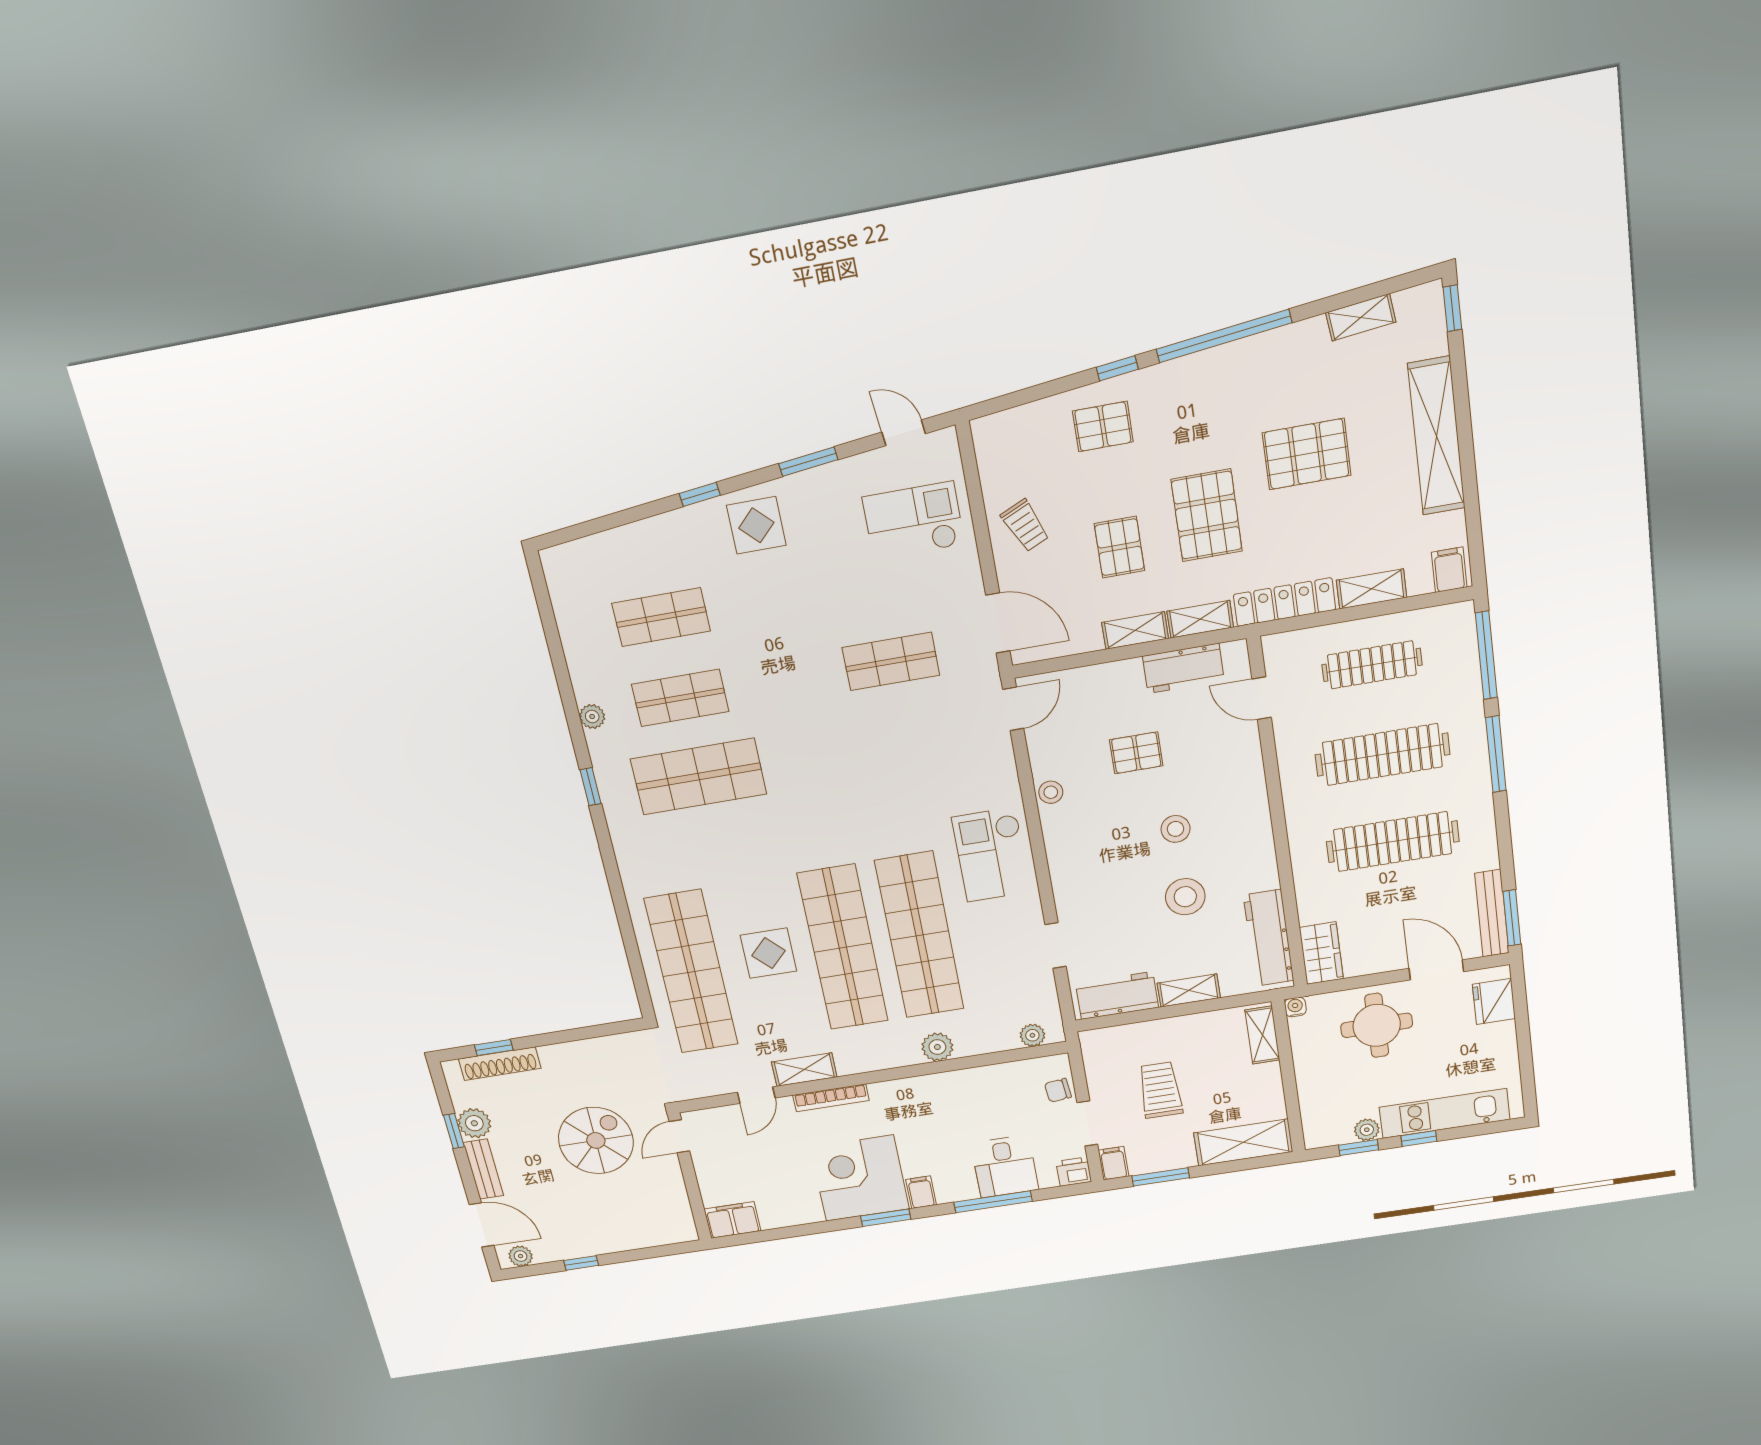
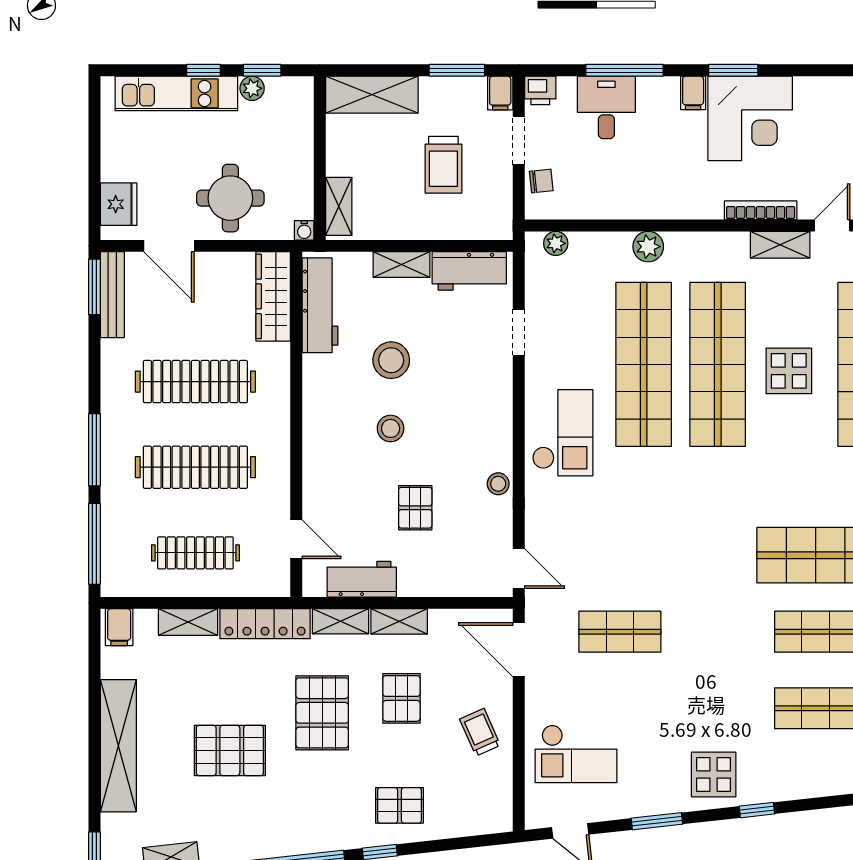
door: (1013, 709) -> (519, 569), swing flipped
pallet: (1136, 753) -> (415, 508), turned 90
wardrobe: (1321, 953) -> (273, 296), width x1.50

